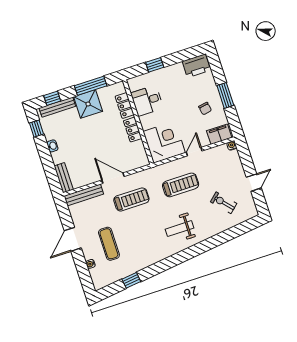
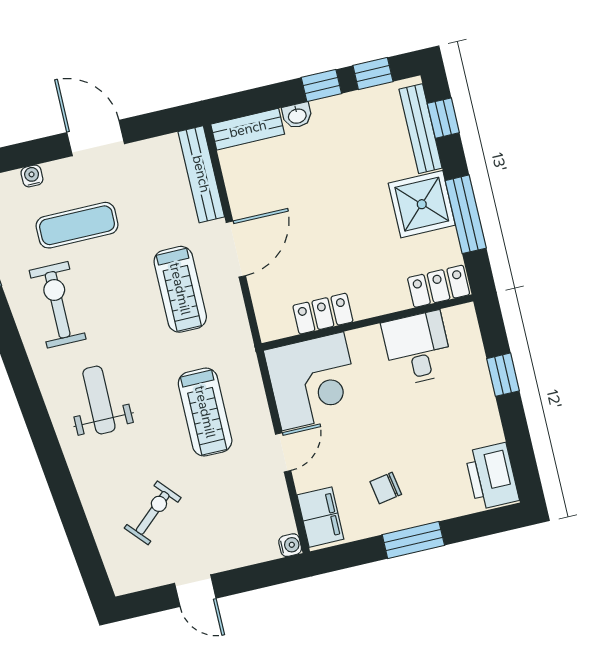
locker: (125, 105) -> (439, 286), moved
locker: (133, 130) -> (323, 314), moved
washbasin: (52, 146) -> (297, 115), moved
window: (43, 149) -> (321, 86), added
door: (194, 152) -> (283, 452), hinge flipped
exercise bike: (142, 249) -> (58, 305), added

